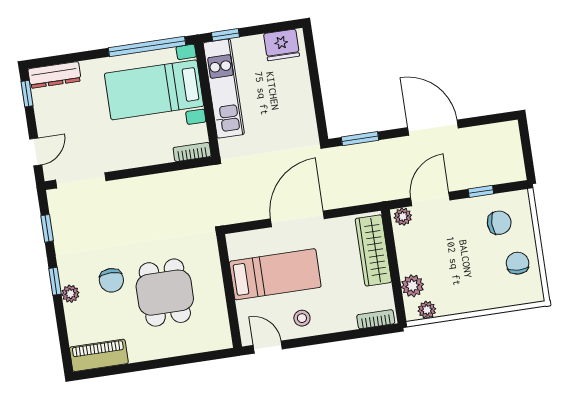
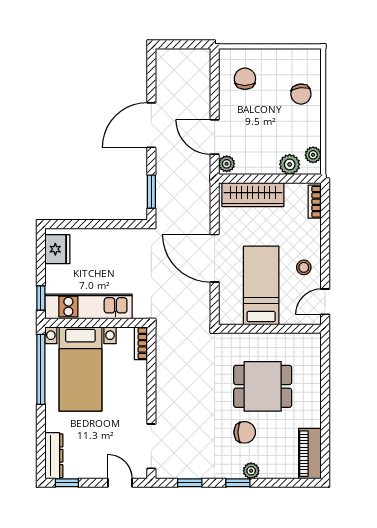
window: (481, 191) -> (215, 91), removed
chair: (518, 263) -> (301, 94), moved, turned -100

